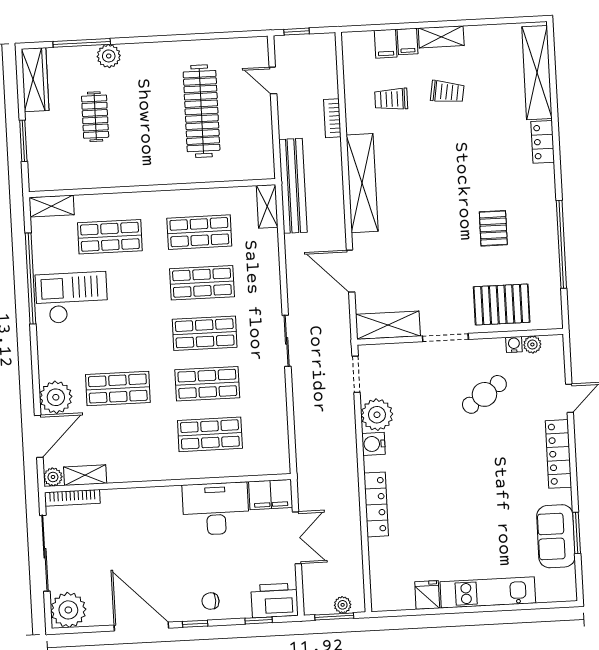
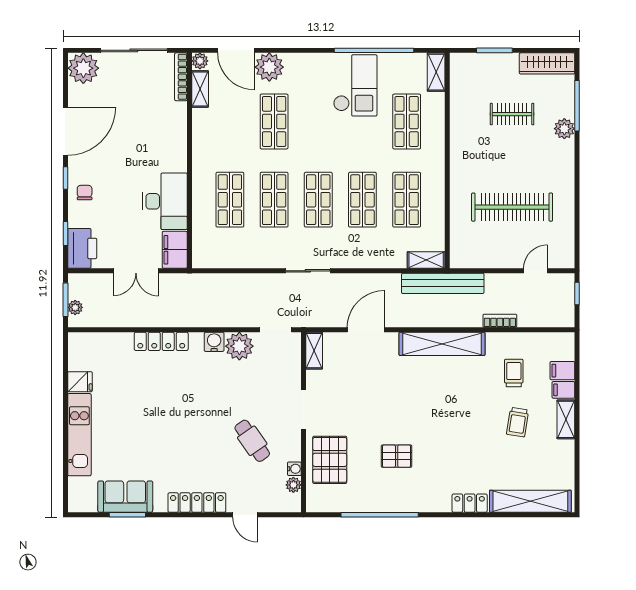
shelving: (388, 325) -> (314, 351), width x0.67, depth x0.75

